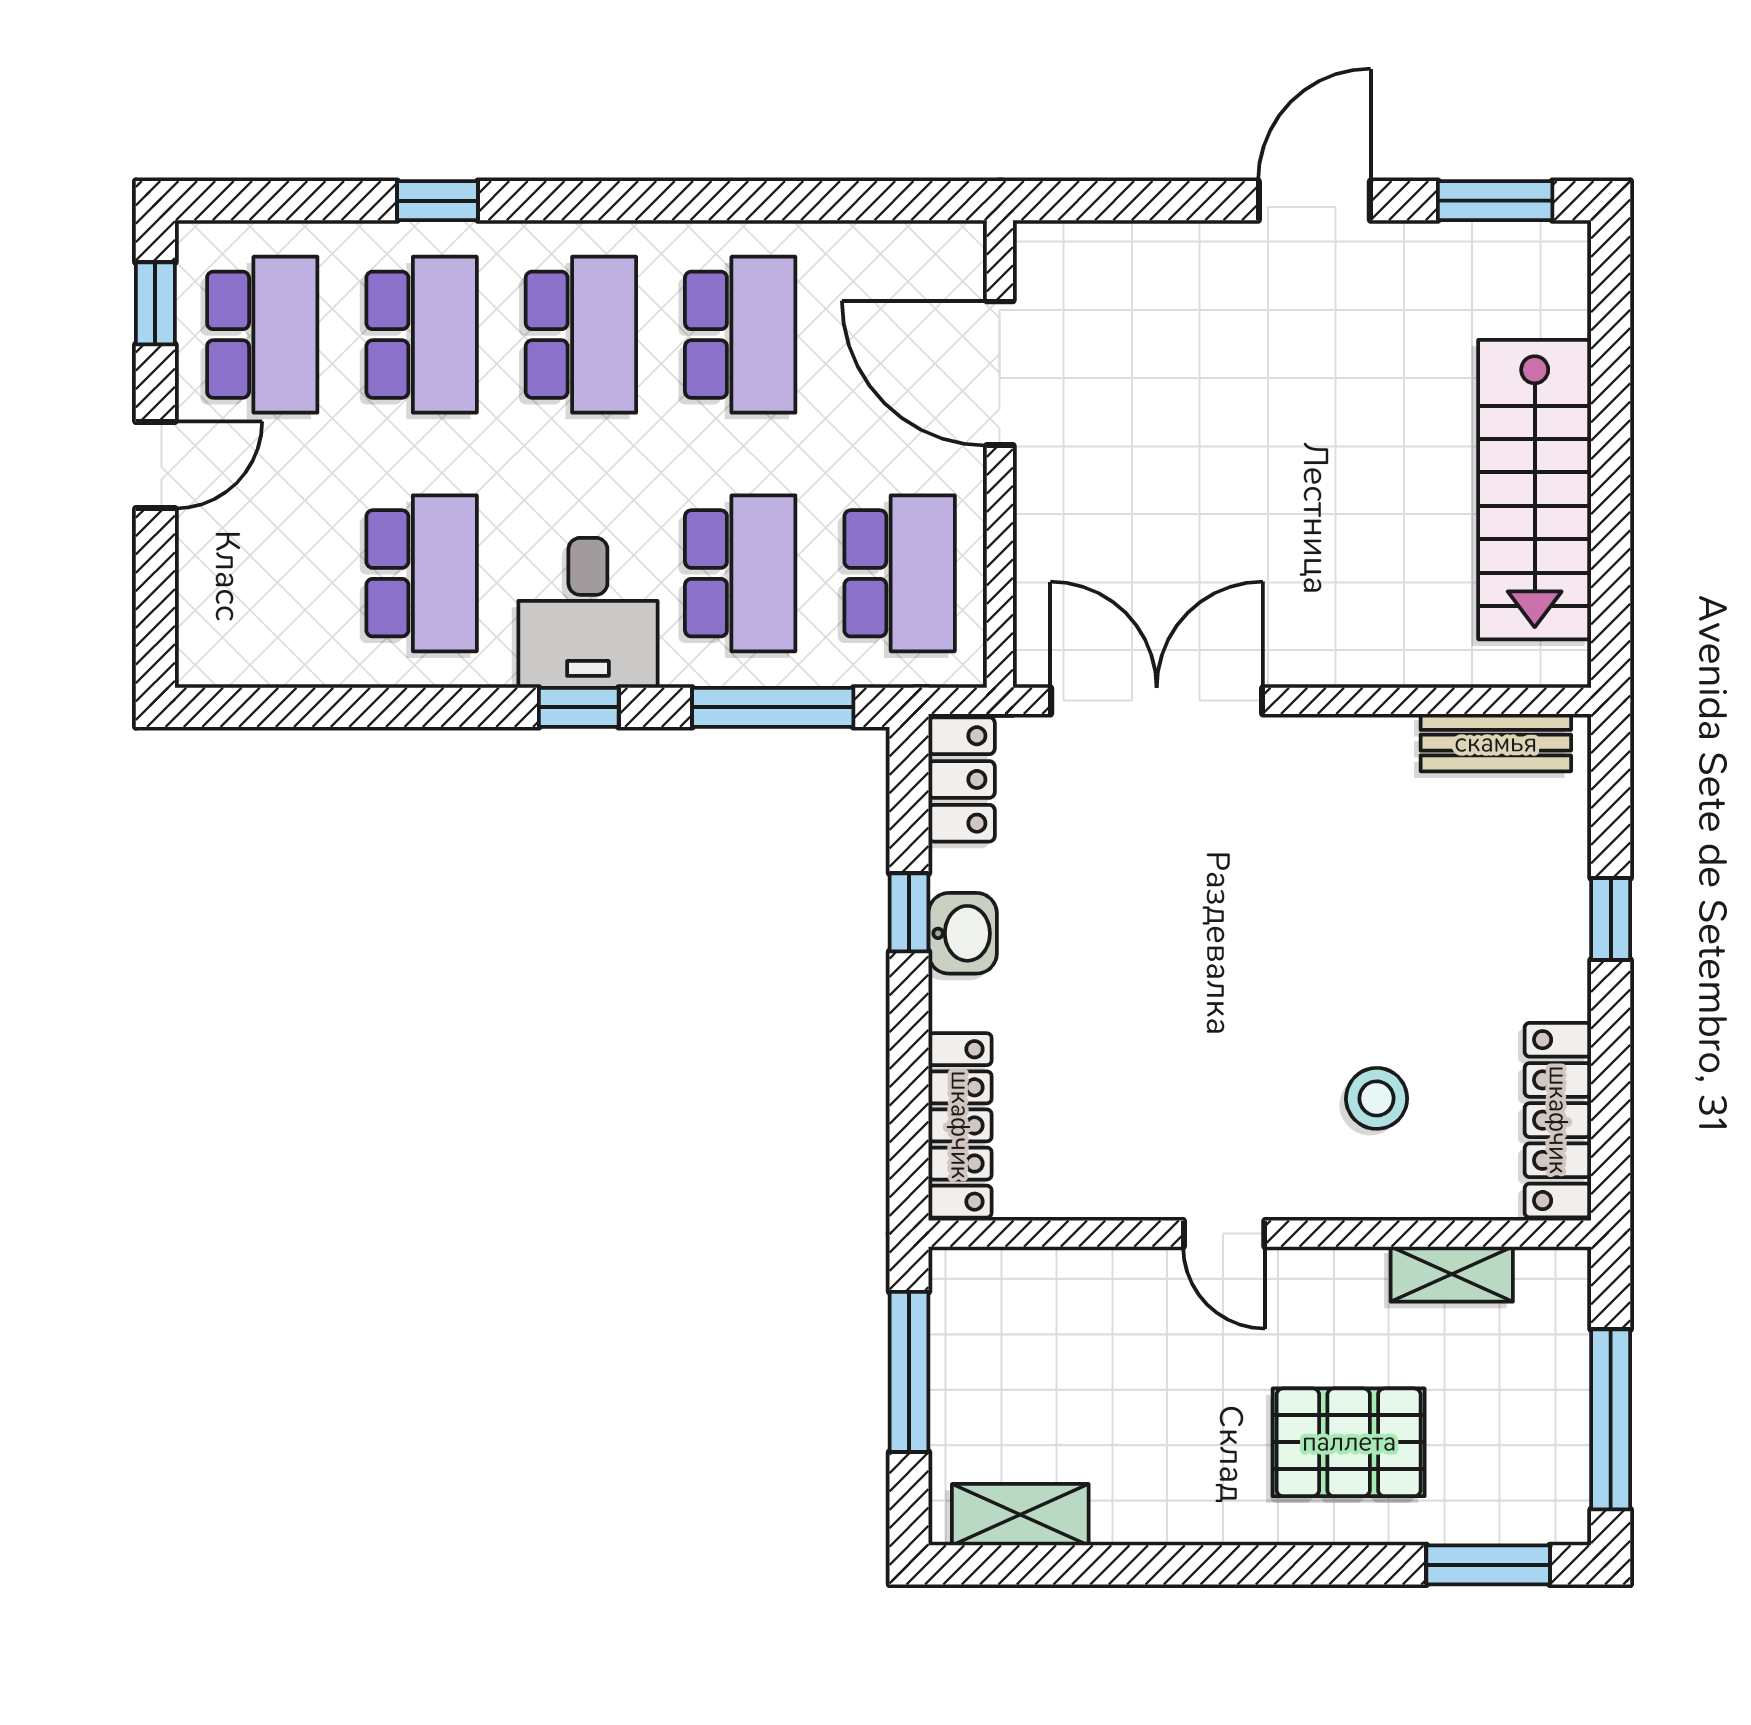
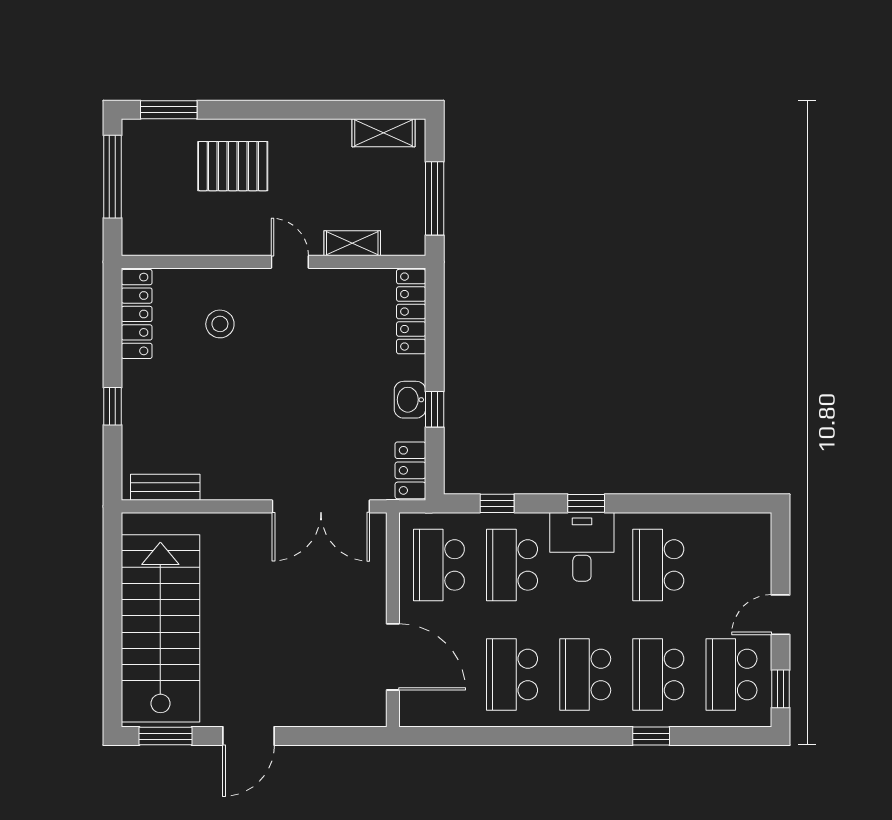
stairs: (1535, 490) -> (160, 628), width x1.36, depth x1.51
window: (773, 707) -> (497, 503), width x0.46
shelving: (1452, 1274) -> (352, 243), moved

